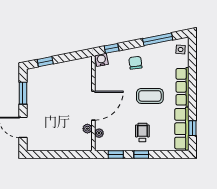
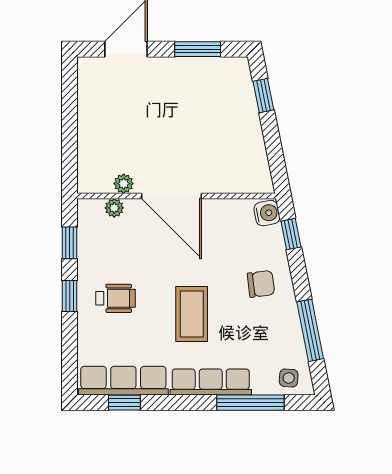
window: (192, 68) -> (250, 403), added

